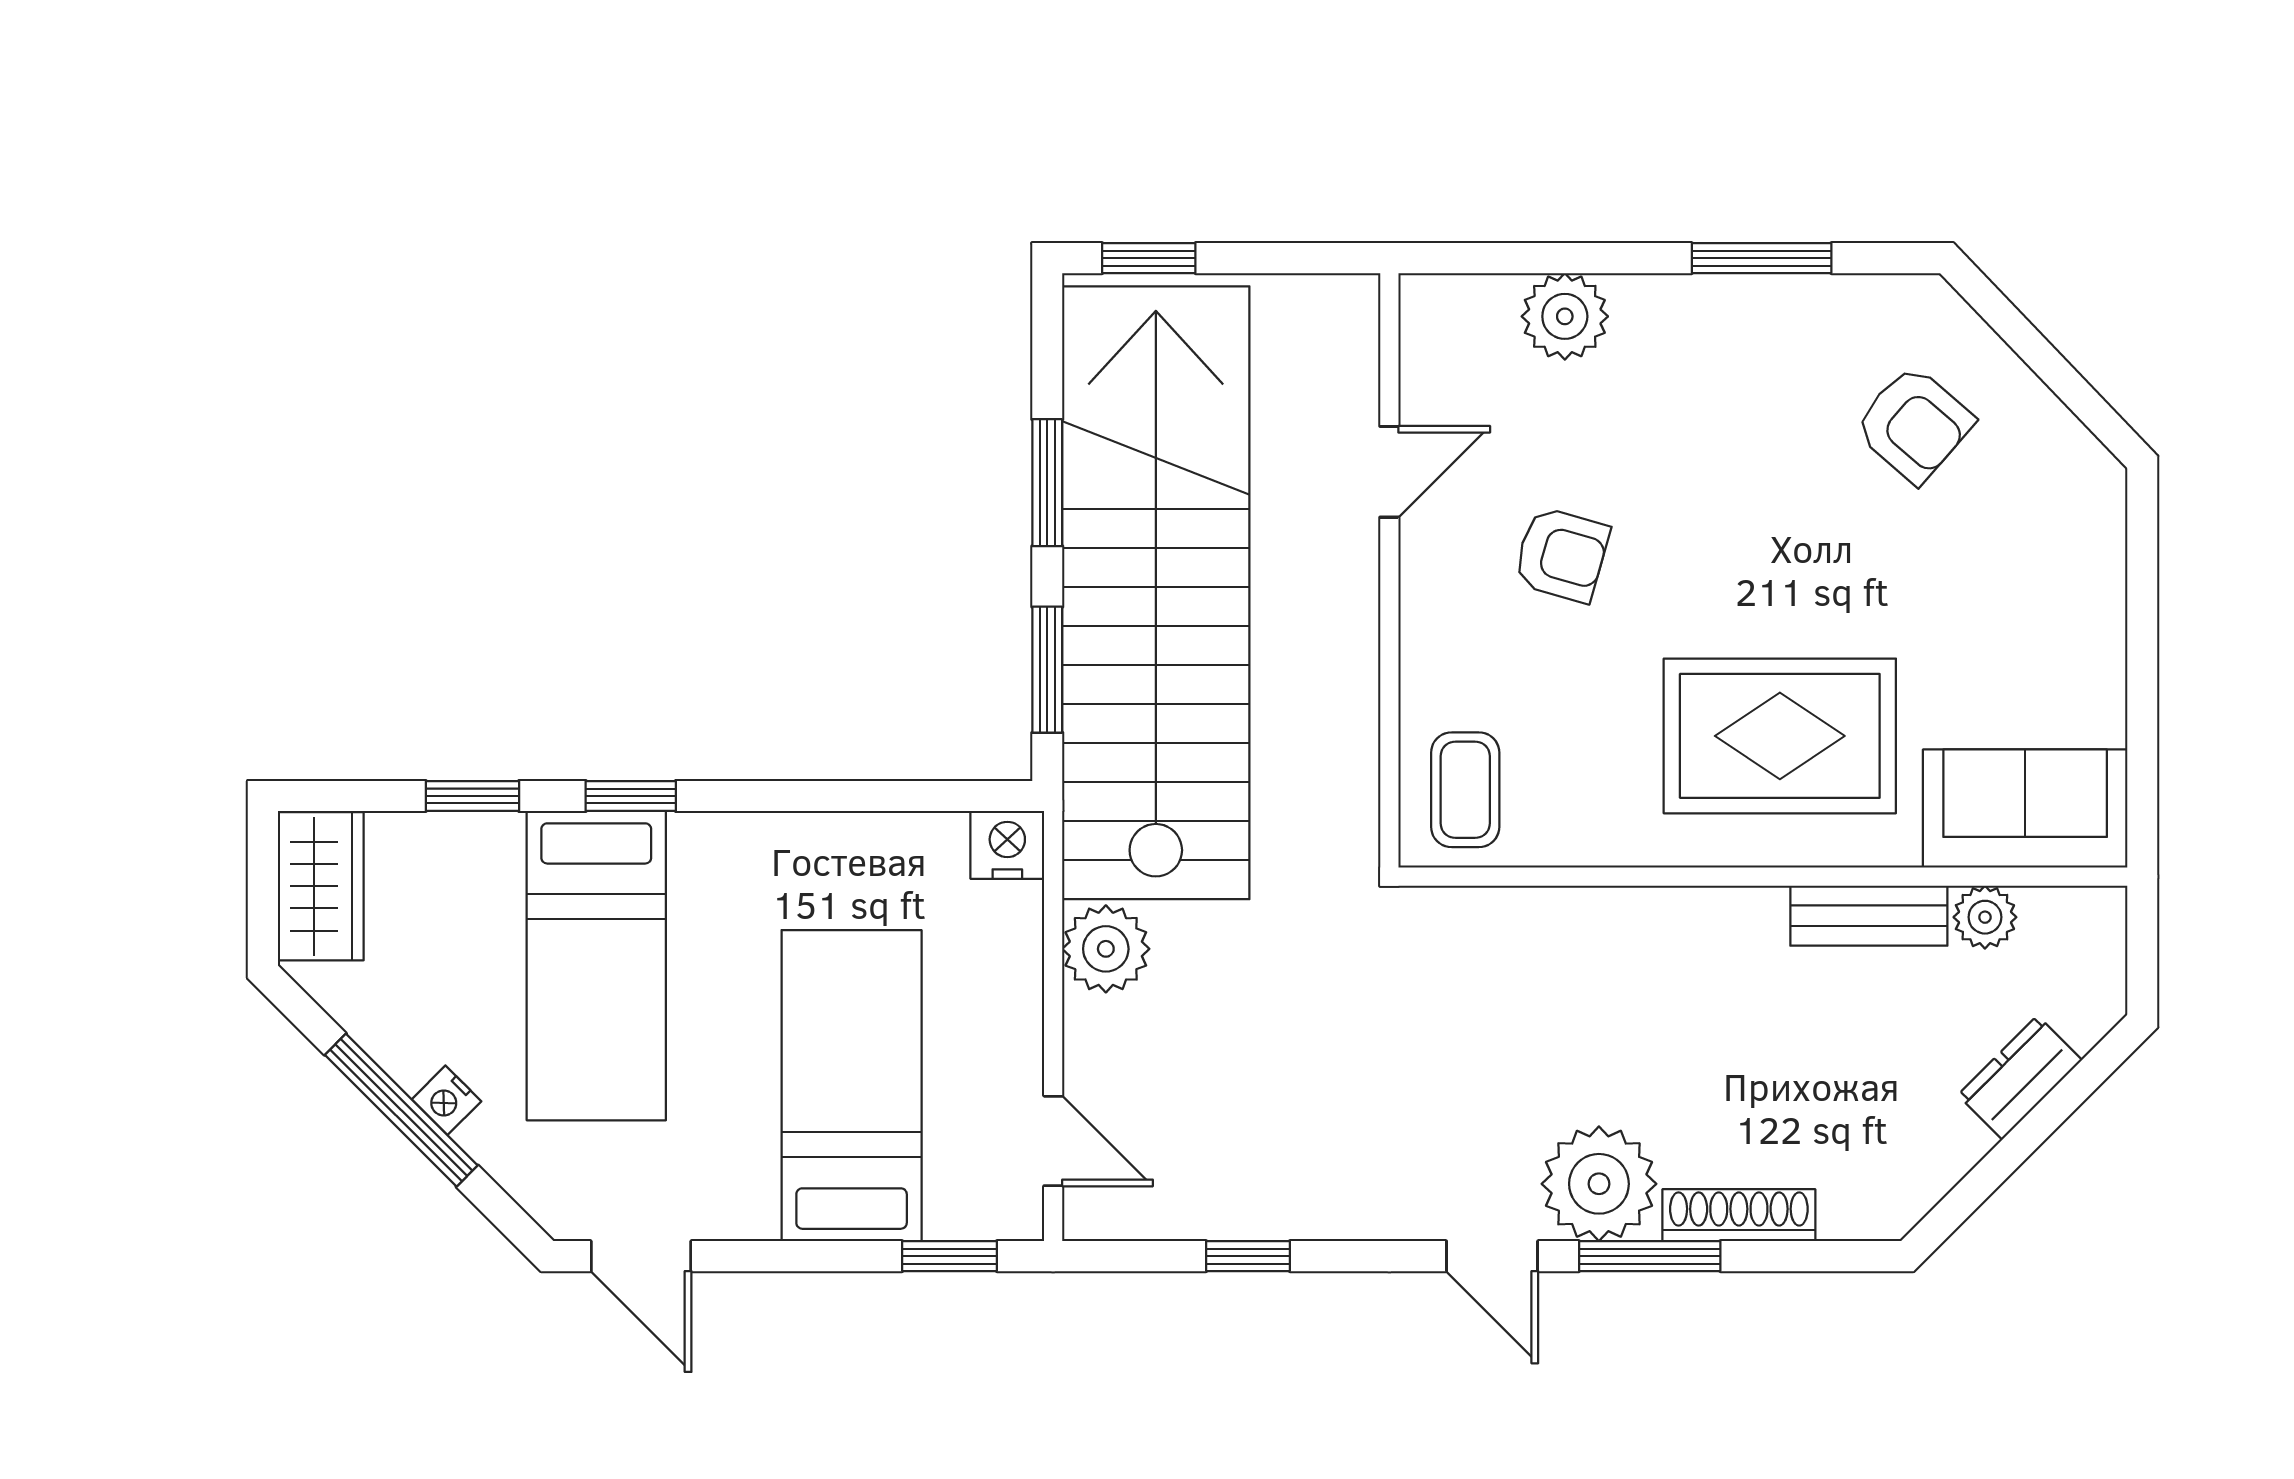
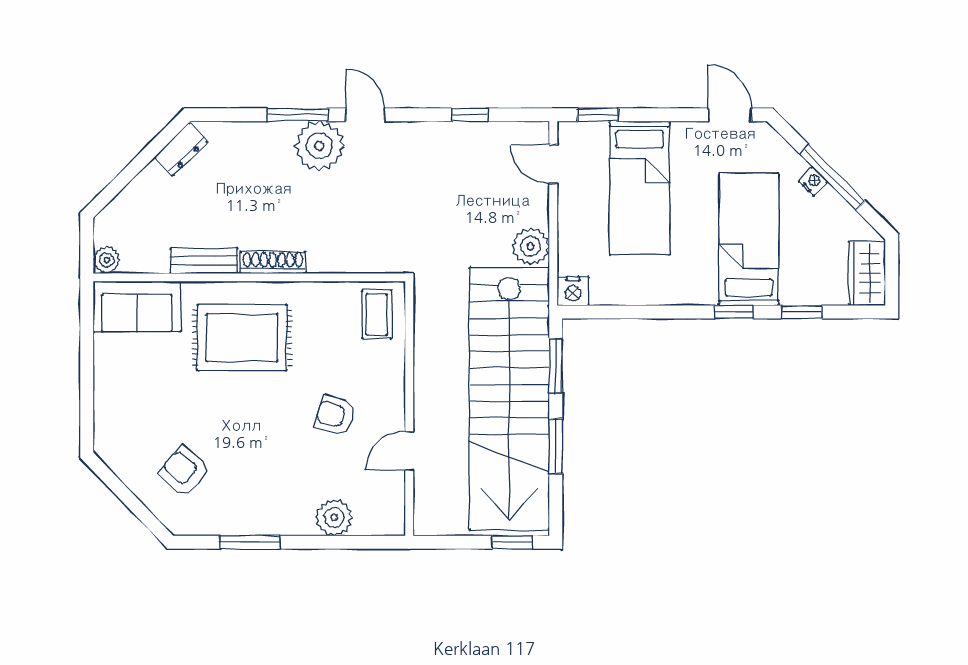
plant: (1985, 917) -> (107, 260), moved
dresser: (2020, 1078) -> (181, 150), moved
shoe rack: (1739, 1215) -> (273, 262), moved, turned 180

